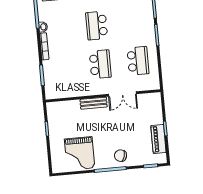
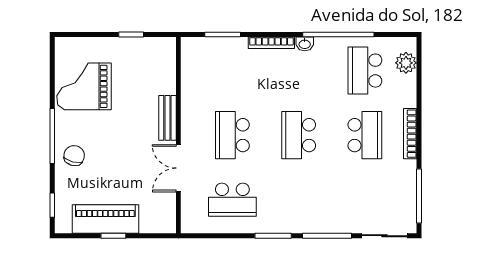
school desk: (97, 26) -> (299, 135), turned -90
school desk: (100, 64) -> (232, 135), turned 90
piano: (158, 139) -> (105, 219), width x1.37, depth x1.33

